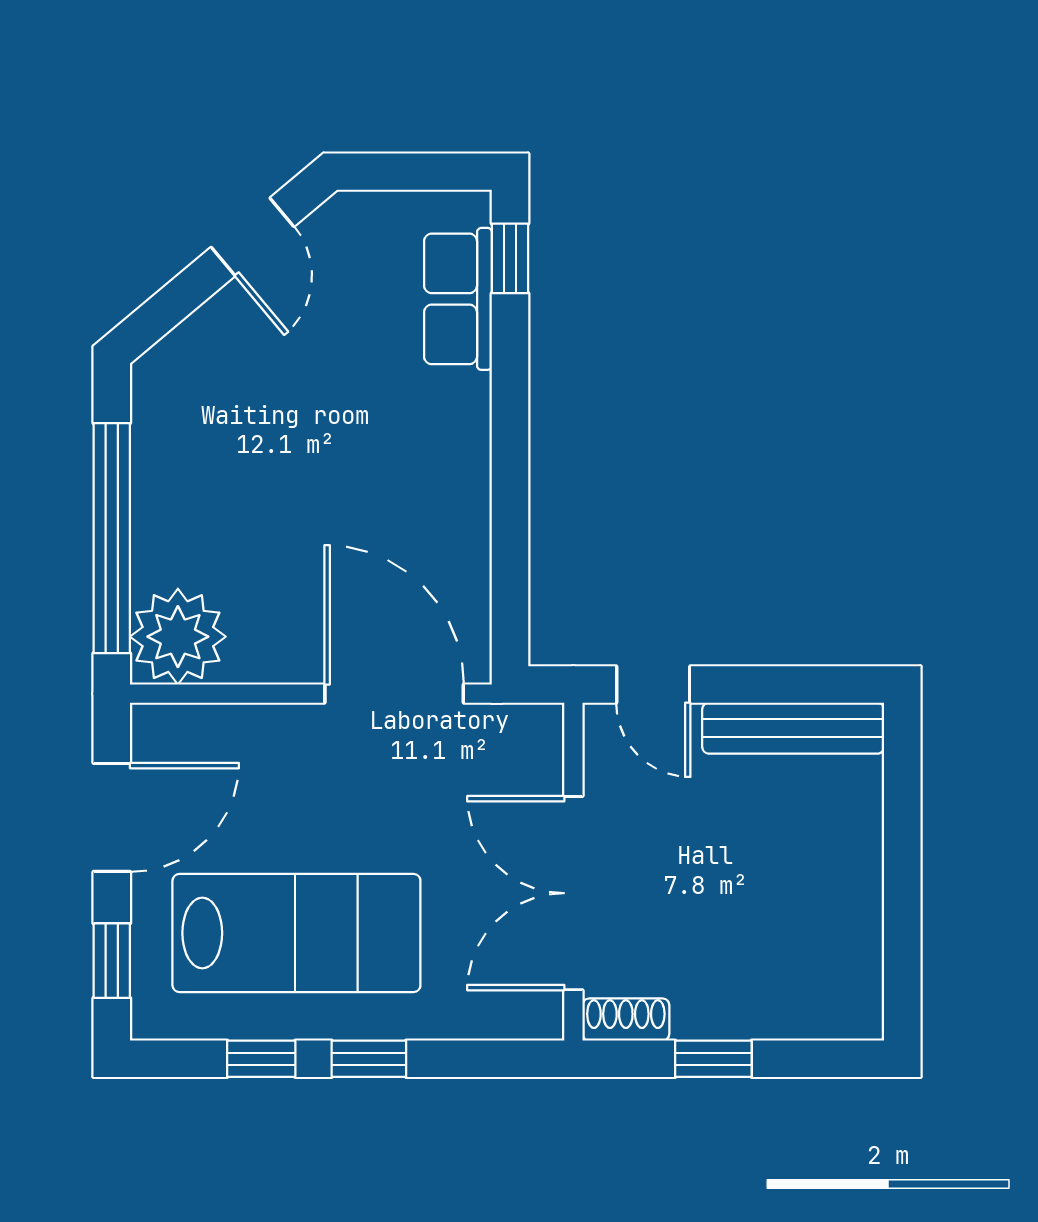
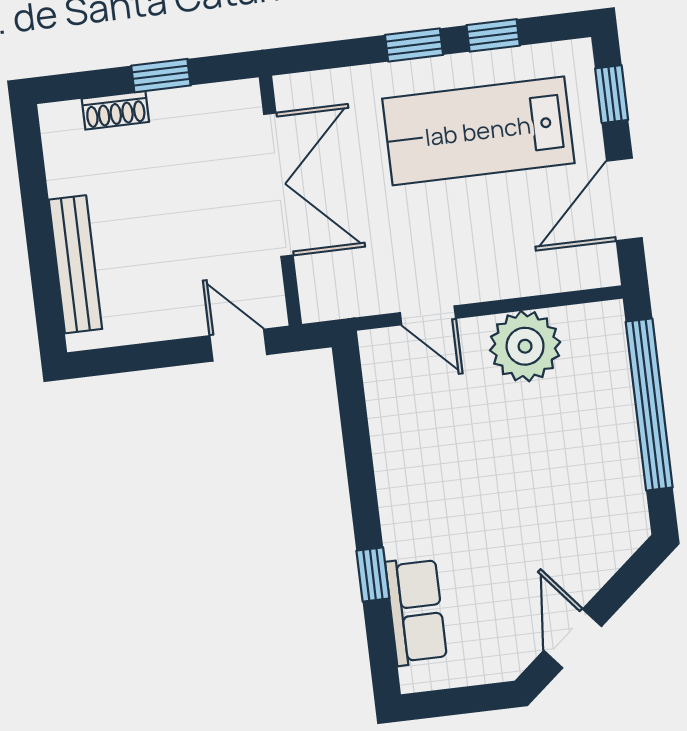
window: (510, 258) -> (373, 575), moved
plant: (178, 637) -> (525, 346), moved
door: (394, 694) -> (428, 315), width x0.53
bench: (793, 728) -> (75, 264), moved, turned 90
shoe rack: (626, 1020) -> (115, 110), moved

